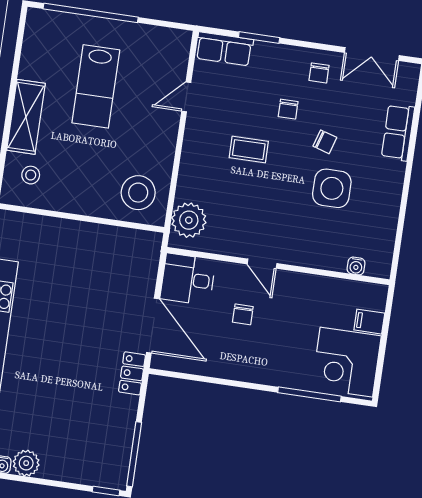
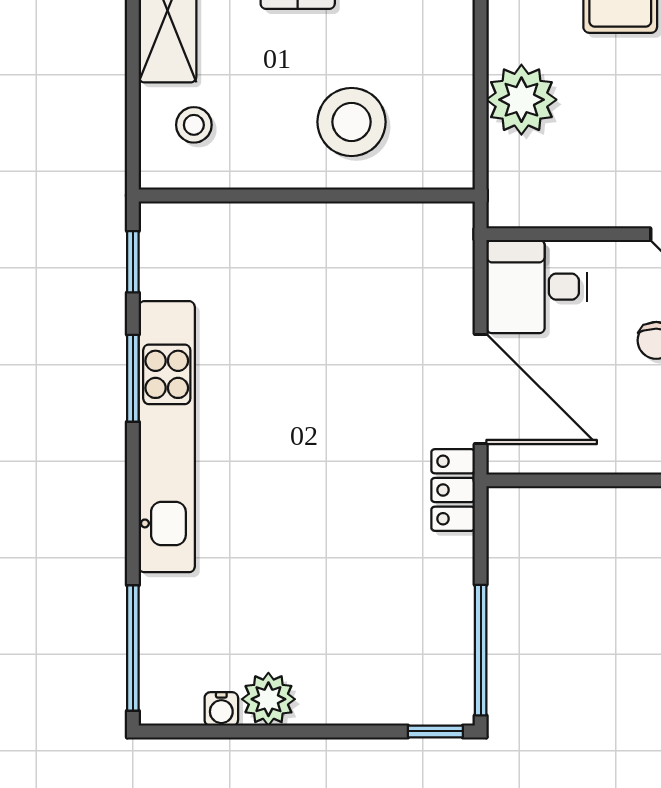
stool: (138, 193) -> (352, 122), moved
plant: (189, 220) -> (521, 100), moved

